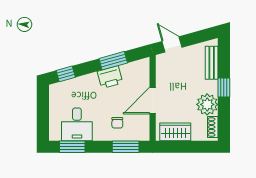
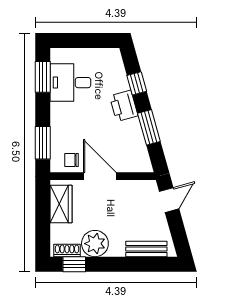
window: (66, 74) -> (137, 83), moved
printer: (110, 77) -> (124, 106), moved
window: (224, 87) -> (74, 264), moved
chair: (117, 123) -> (72, 160), moved

